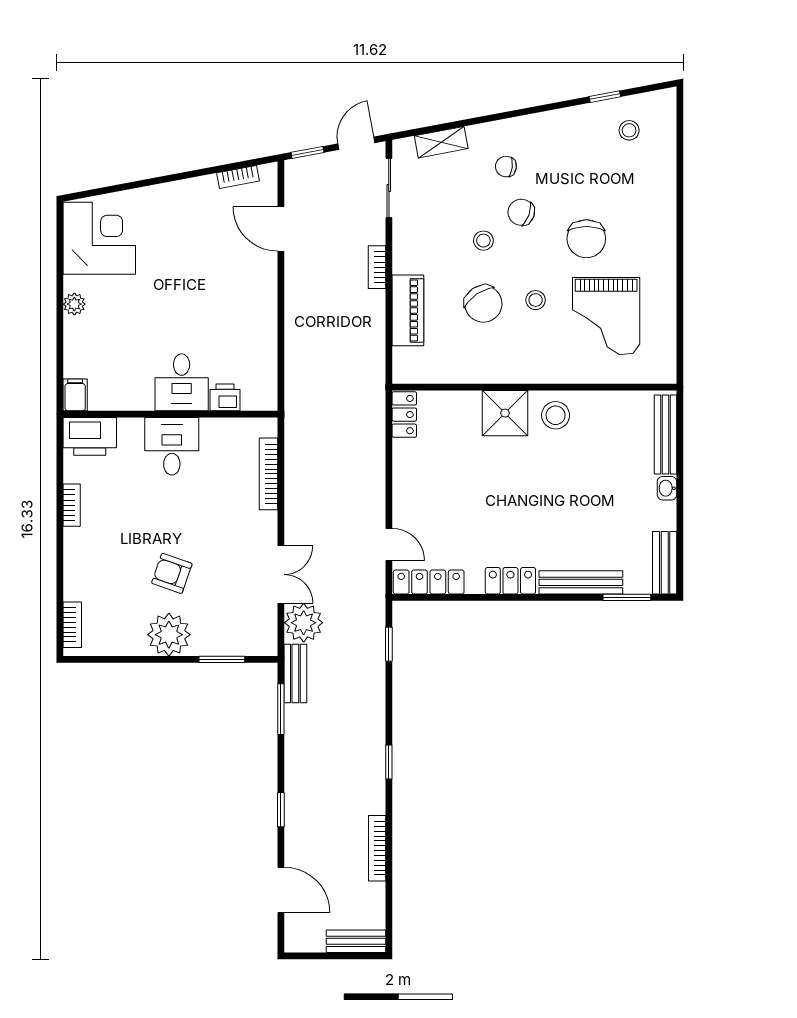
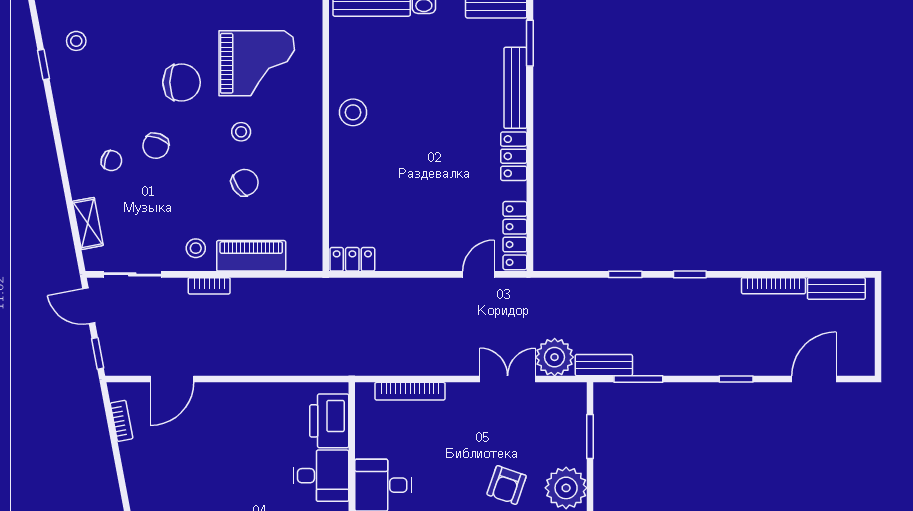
chair: (506, 167) -> (111, 161), turned -79
stool: (483, 241) -> (196, 248), moved
chair: (483, 304) -> (245, 183), width x0.73, depth x0.73
printer: (225, 397) -> (329, 421), width x1.87, depth x1.48
shower: (505, 413) -> (351, 161), removed
window: (389, 644) -> (625, 274), moved
bench: (356, 941) -> (836, 288), moved, turned 90

